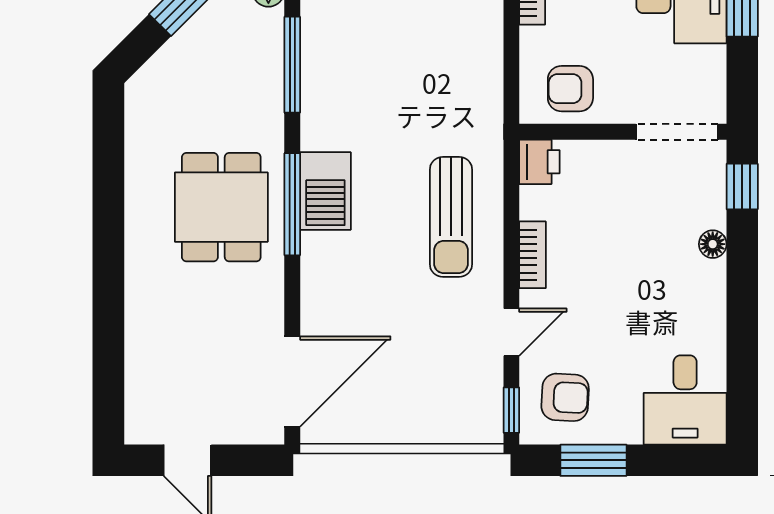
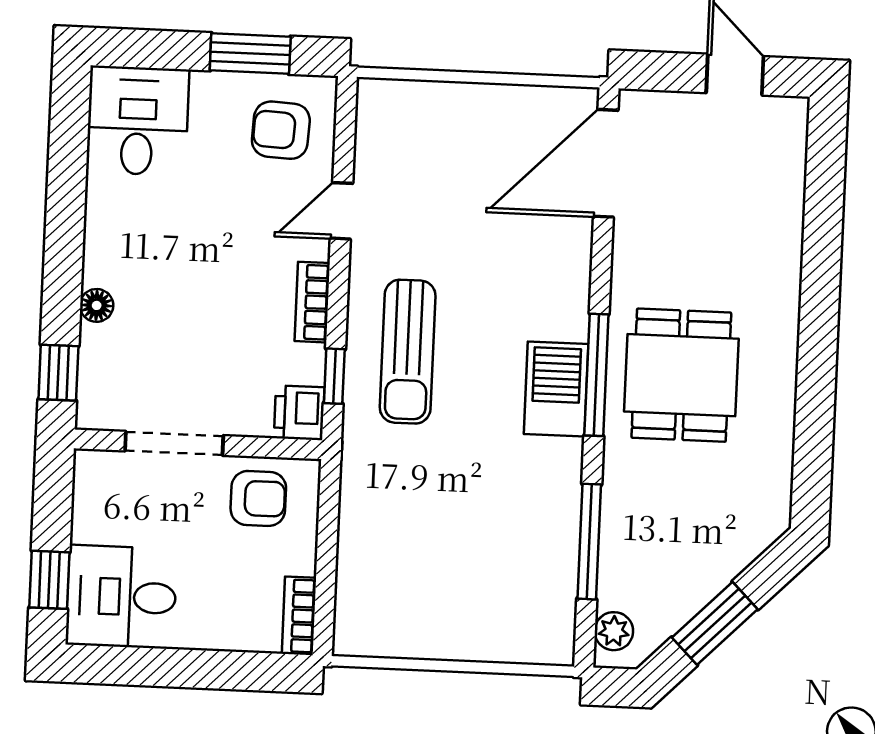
doorway: (677, 132) -> (174, 443), moved
sun lounger: (451, 217) -> (408, 352), turned 180
window: (511, 410) -> (334, 376), moved

